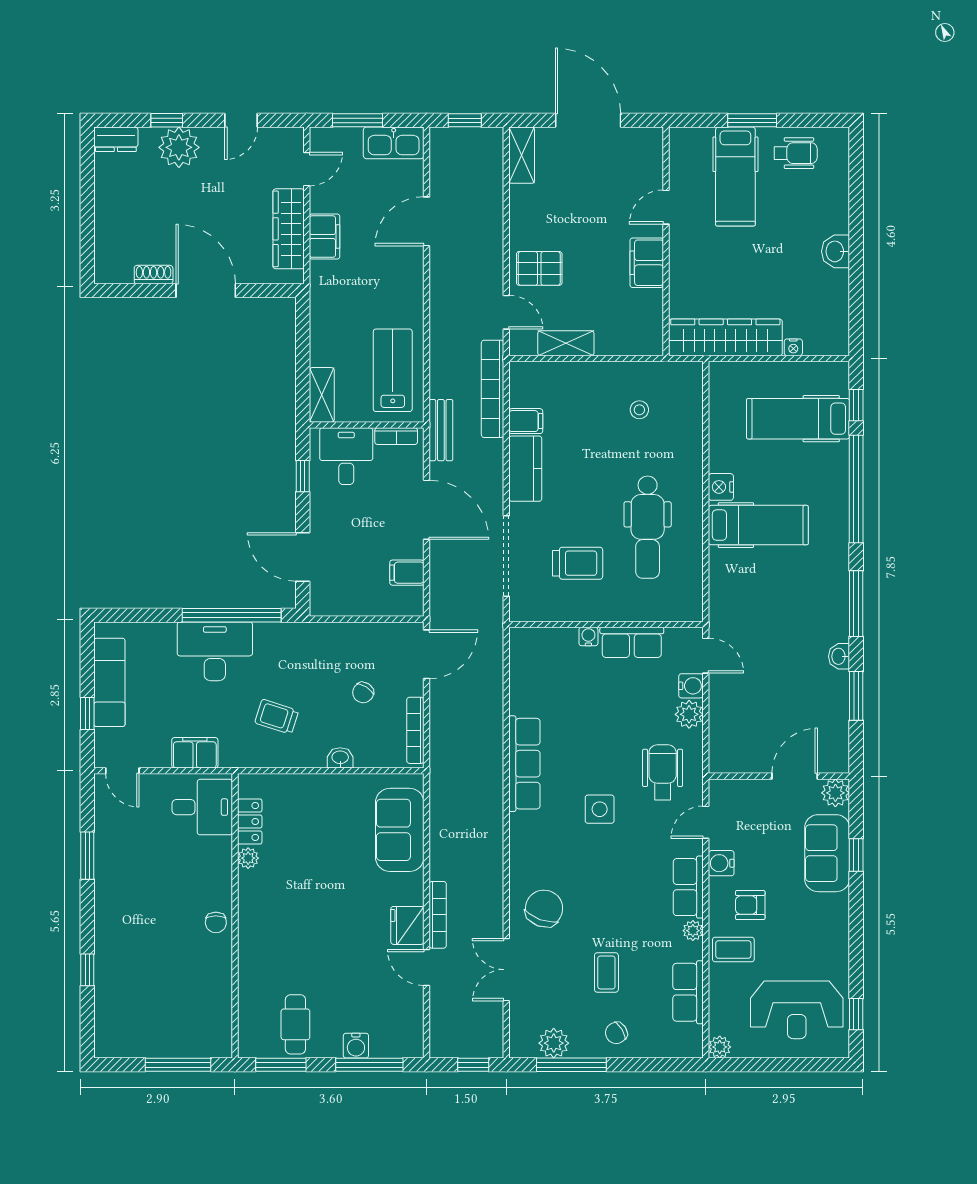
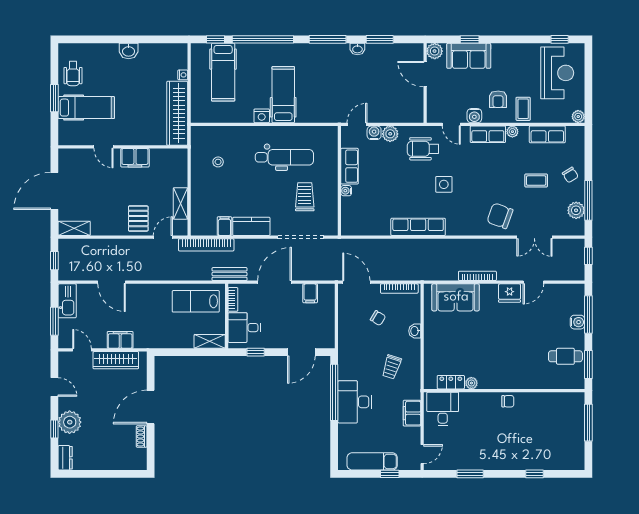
wheelchair: (796, 153) -> (73, 74), turned 180
bookcase: (438, 915) -> (477, 276), moved

